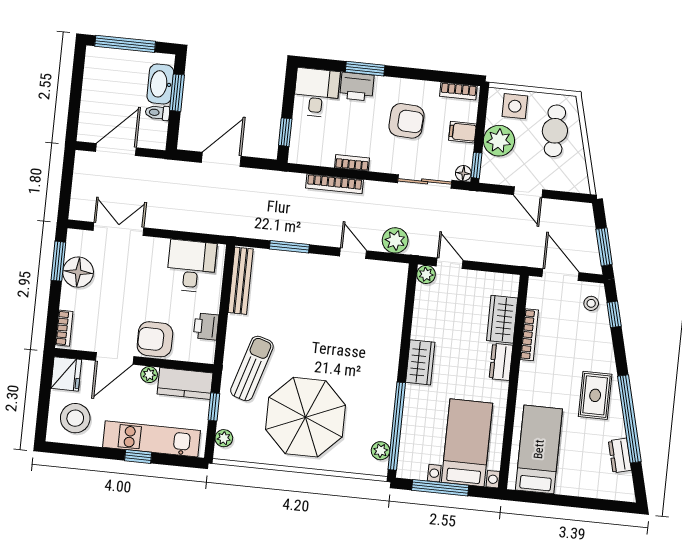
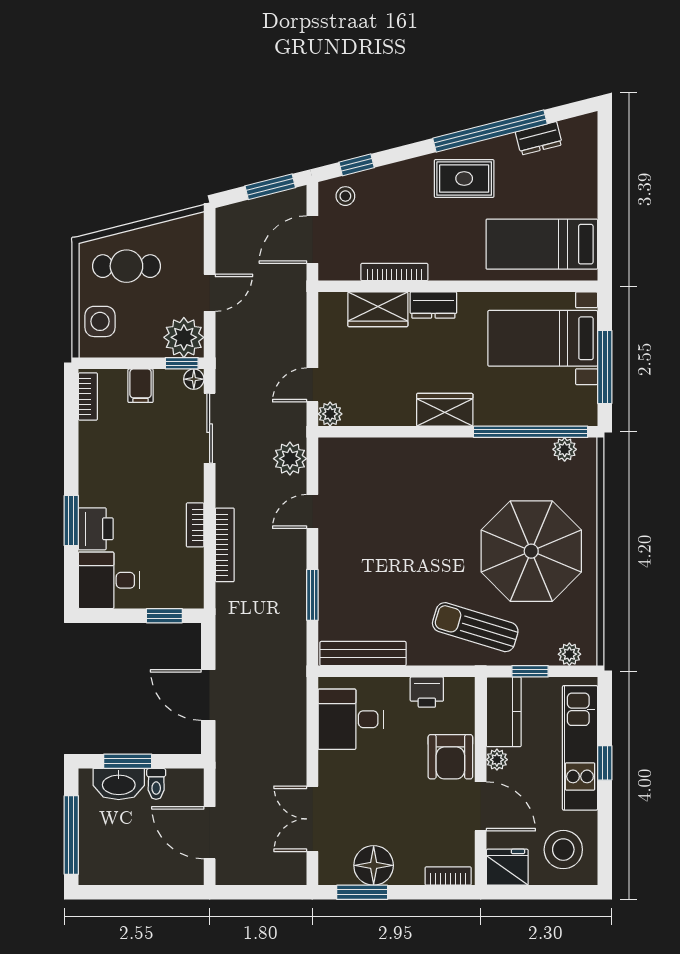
armchair: (406, 121) -> (133, 460), removed
plant: (499, 141) -> (184, 337), moved

